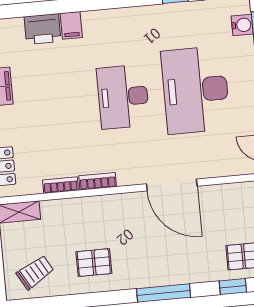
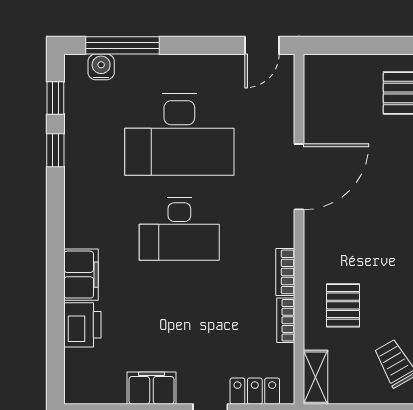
filing cabinet: (71, 25) -> (81, 275), width x2.00
pallet: (94, 263) -> (343, 305), moved

